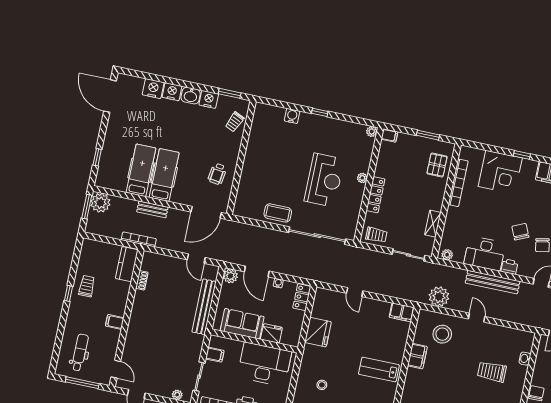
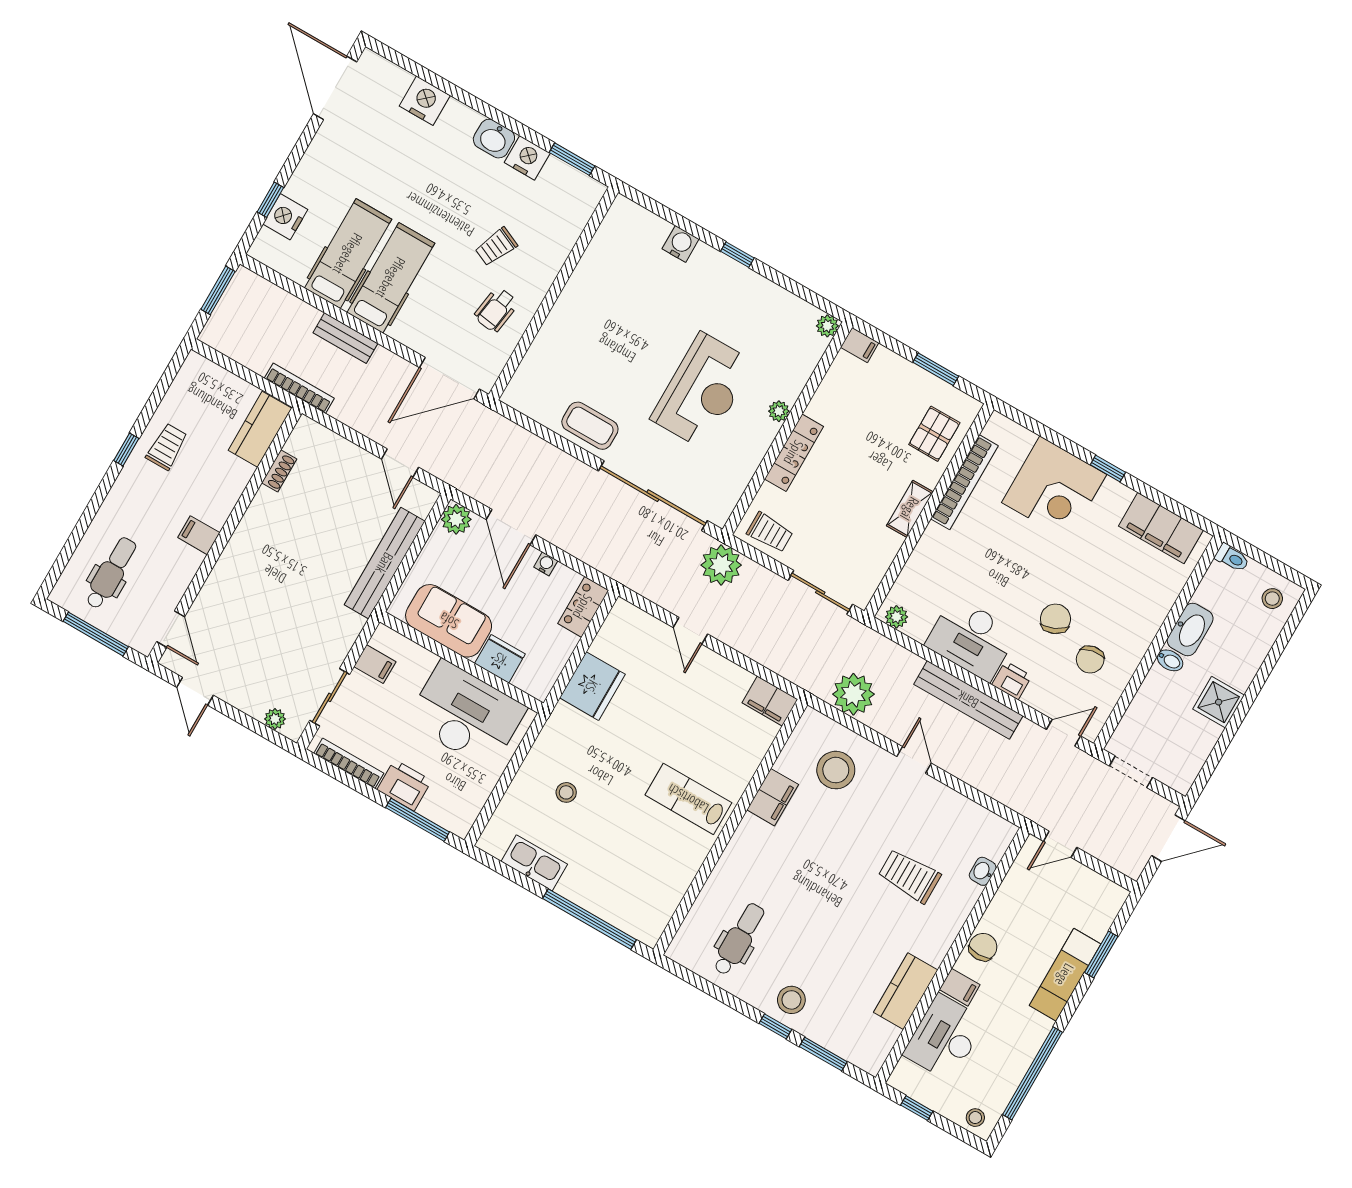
nightstand: (172, 92) -> (285, 217), moved, turned -90
trolley: (235, 122) -> (496, 247), moved
plant: (100, 203) -> (721, 565), moved
shelving: (433, 224) -> (910, 509), moved

